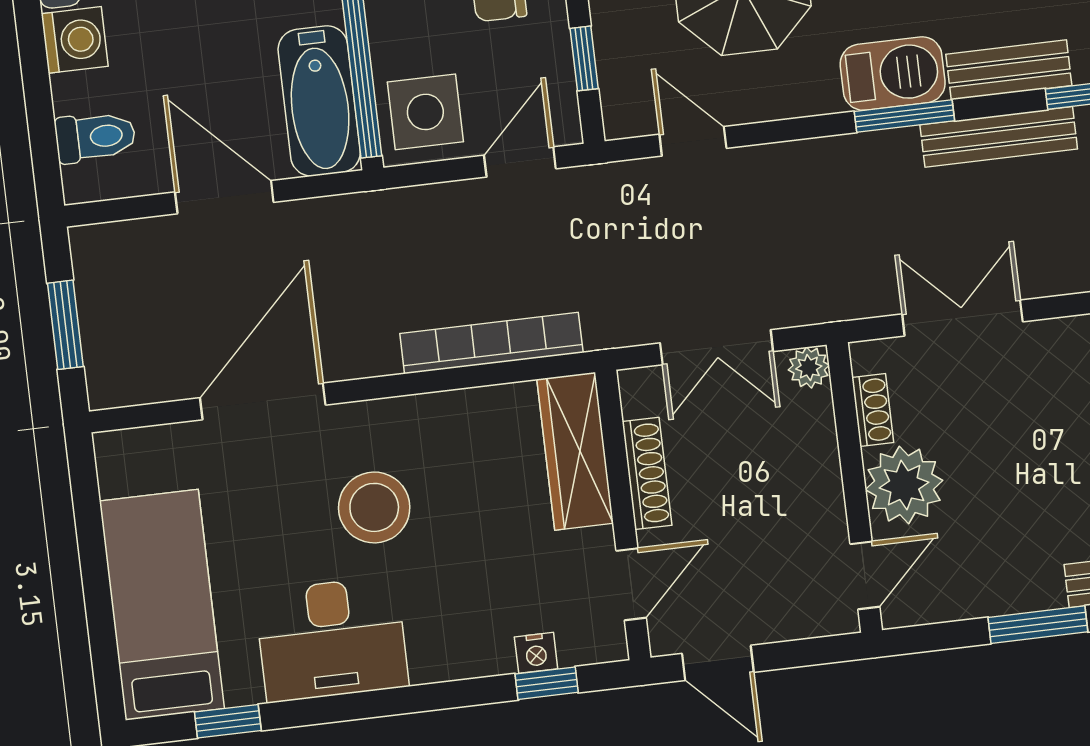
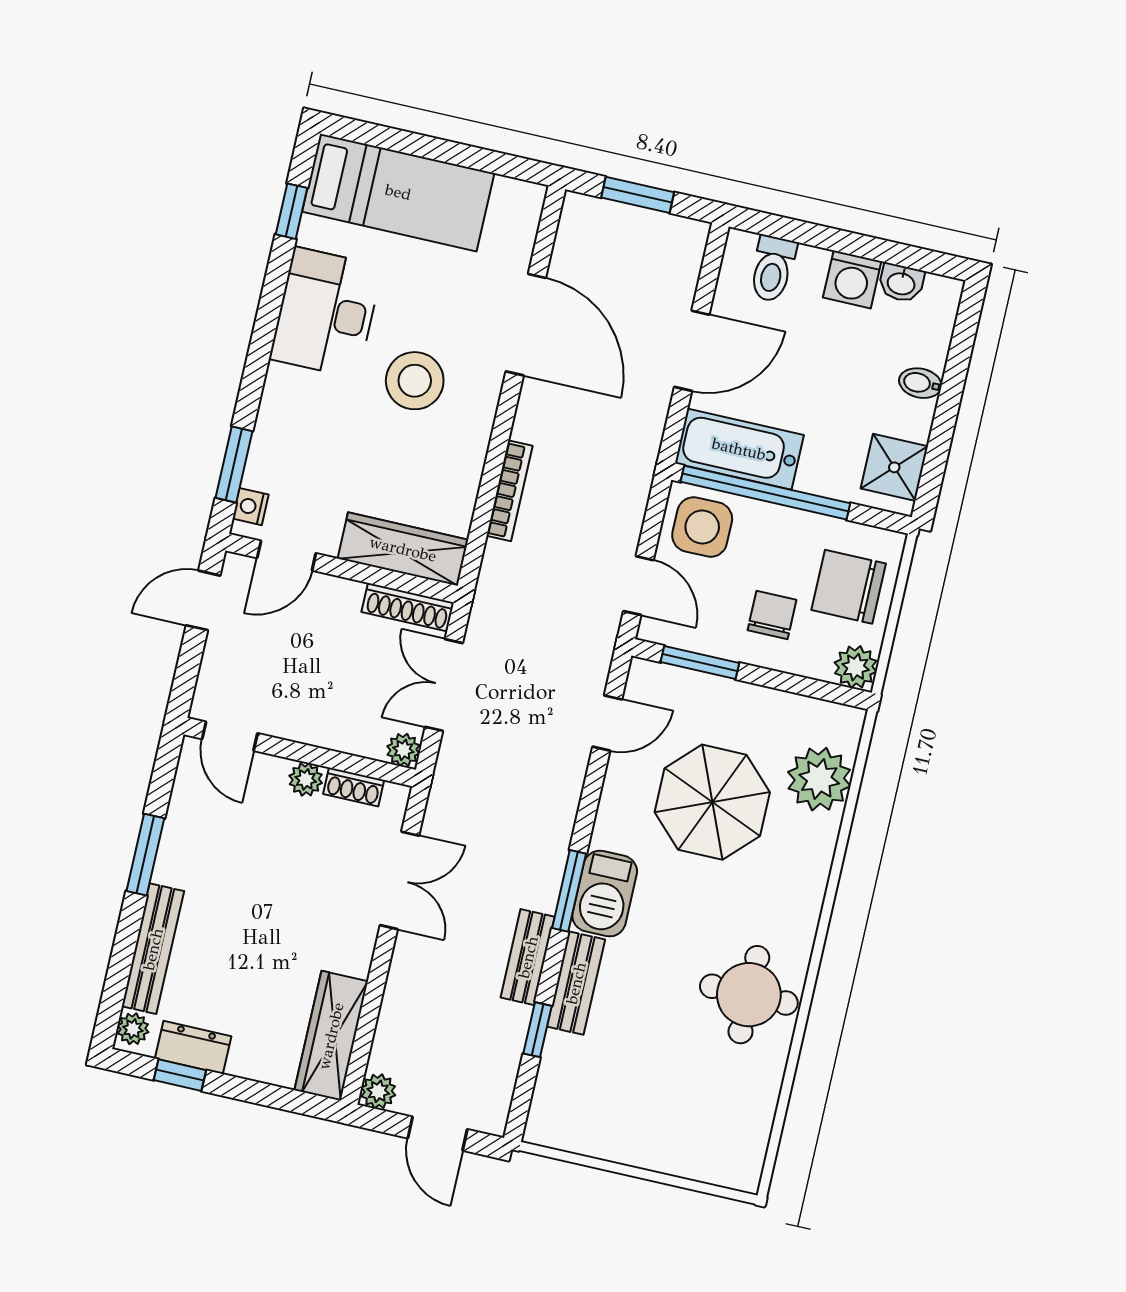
window: (584, 58) -> (700, 662), width x1.50
bench: (999, 137) -> (528, 957), width x0.73
bookcase: (491, 343) -> (510, 491), width x0.68, depth x0.76
shoe rack: (647, 473) -> (408, 607), moved
plant: (904, 485) -> (306, 779), width x0.53, depth x0.53
door: (631, 584) -> (286, 556), hinge flipped
nightstand: (536, 653) -> (250, 507), moved
window: (547, 683) -> (234, 464), width x1.50

